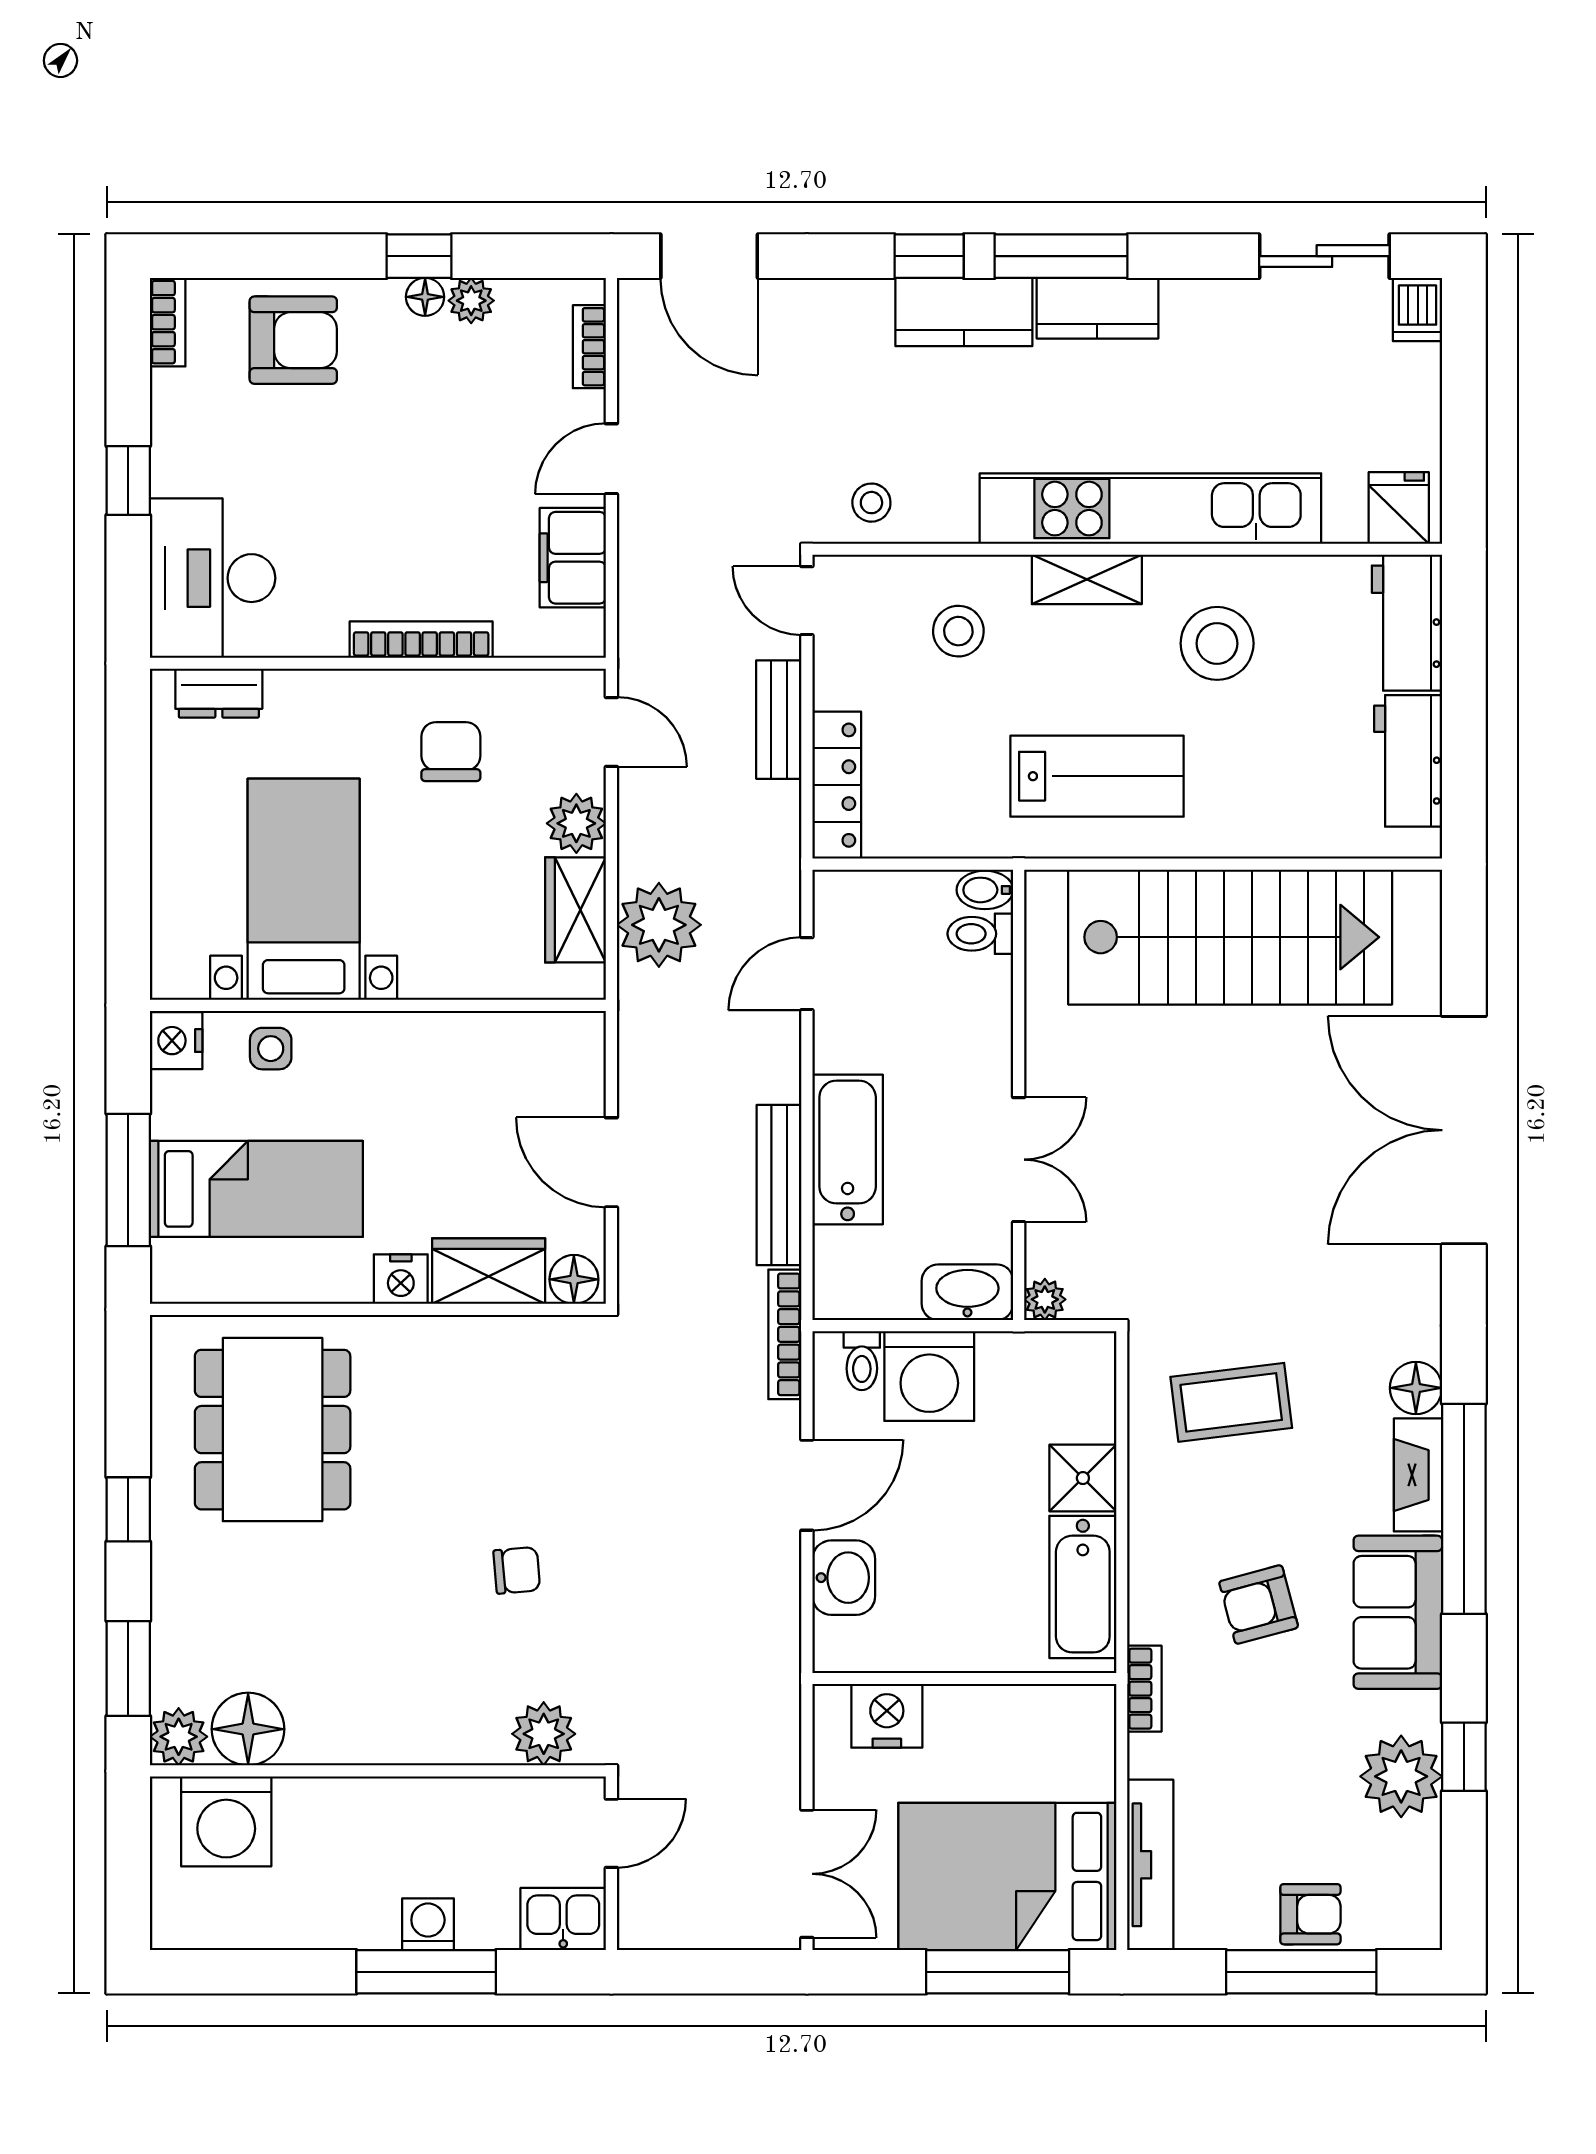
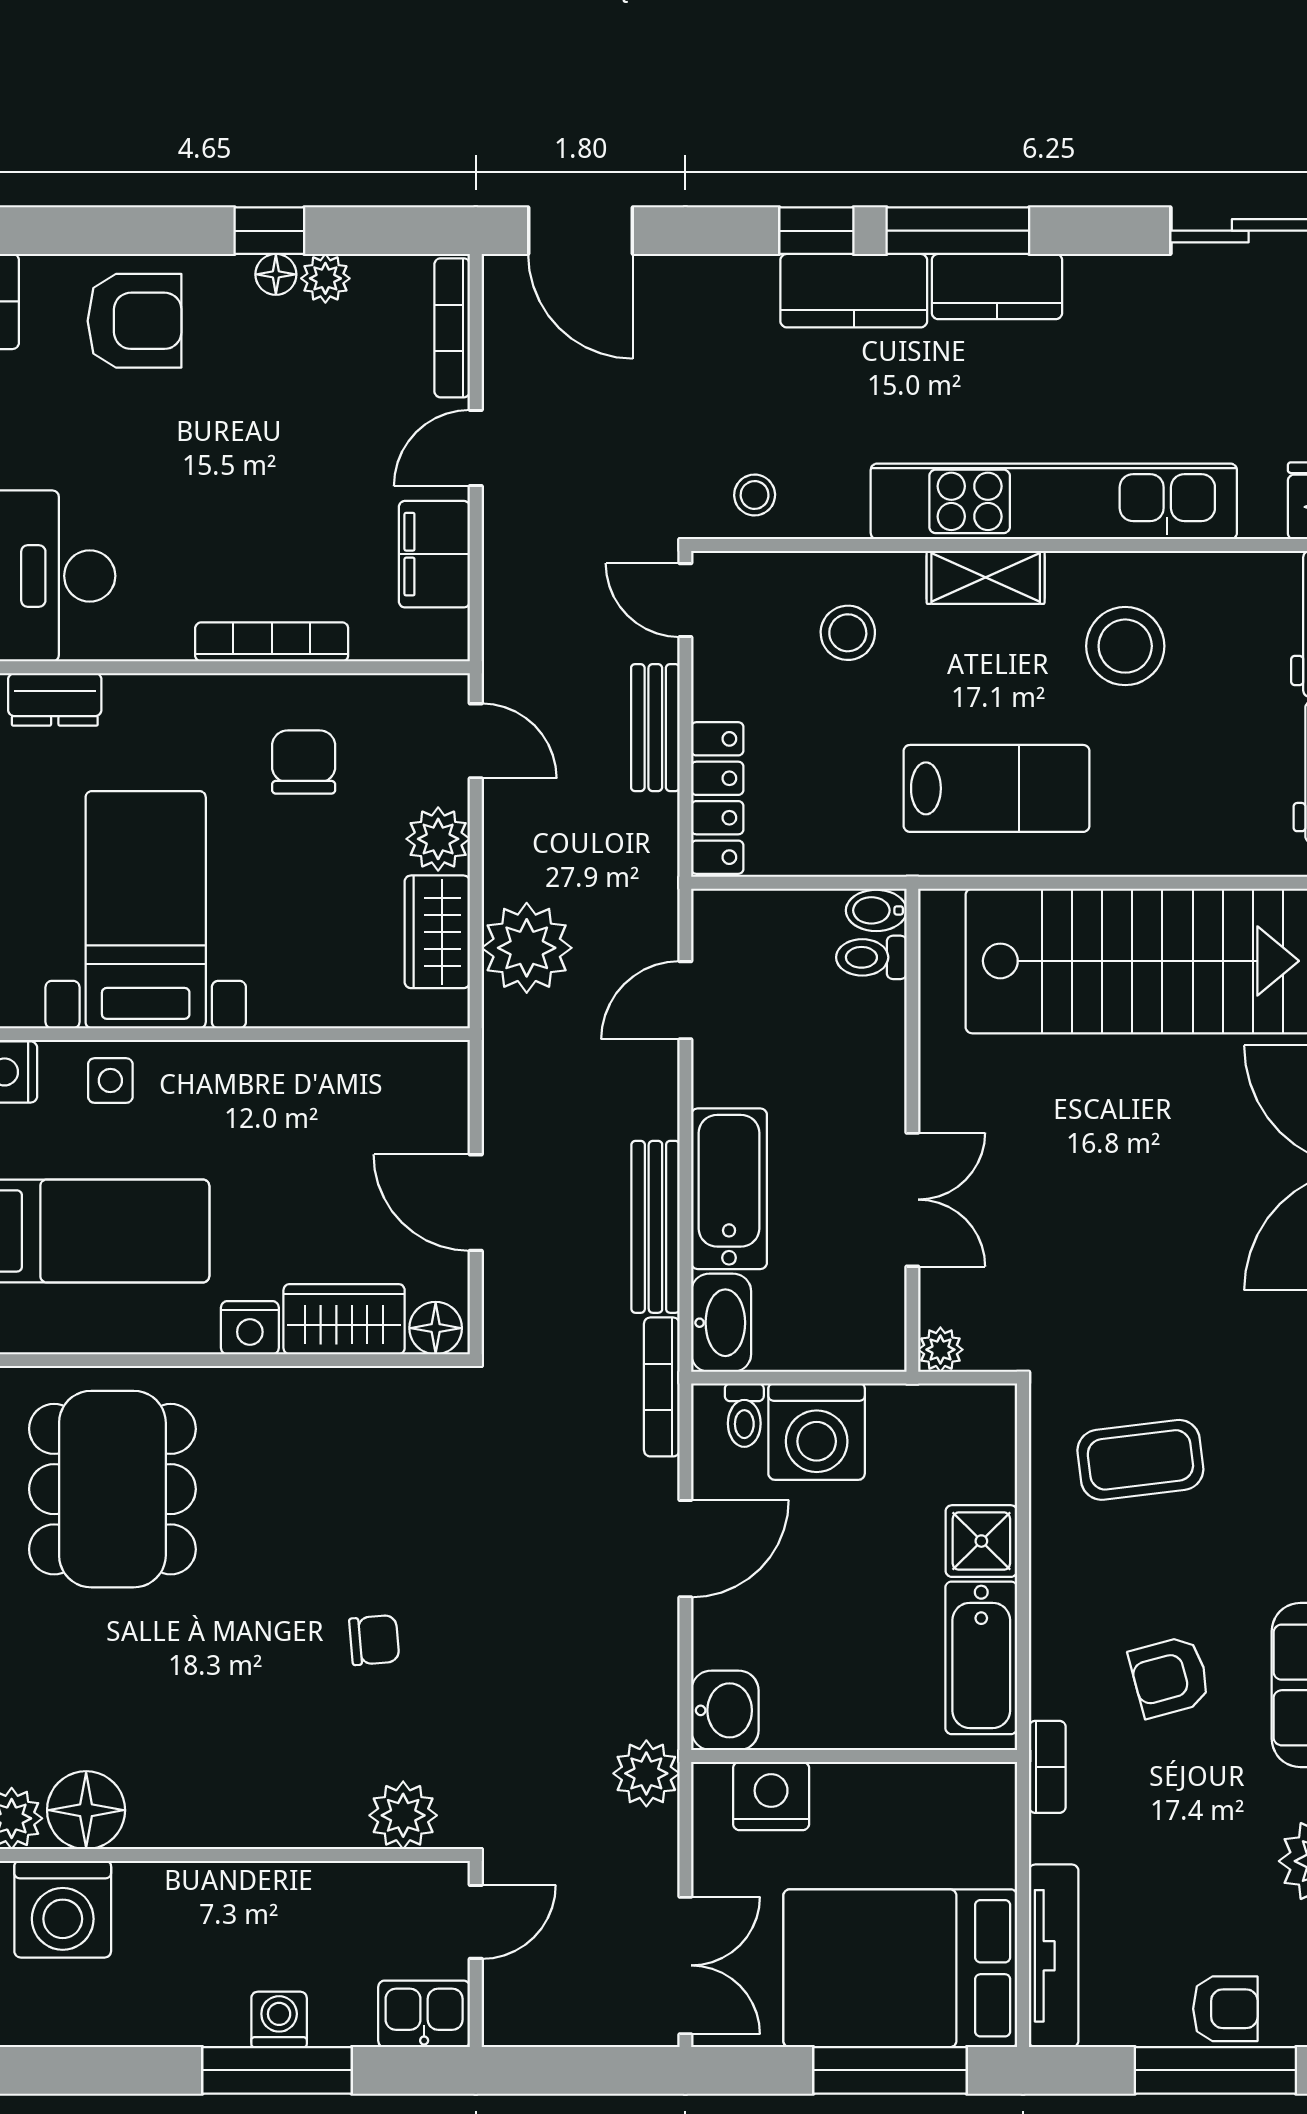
bookcase: (589, 347) -> (452, 328), width x1.56
washbasin: (967, 1292) -> (721, 1323), moved, turned 90
washbasin: (844, 1578) -> (725, 1710), moved
plant: (771, 1695) -> (646, 1773), added

